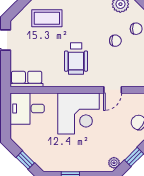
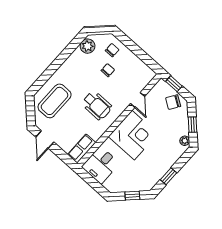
coffee table: (47, 18) -> (55, 101), width x1.36, depth x1.32

